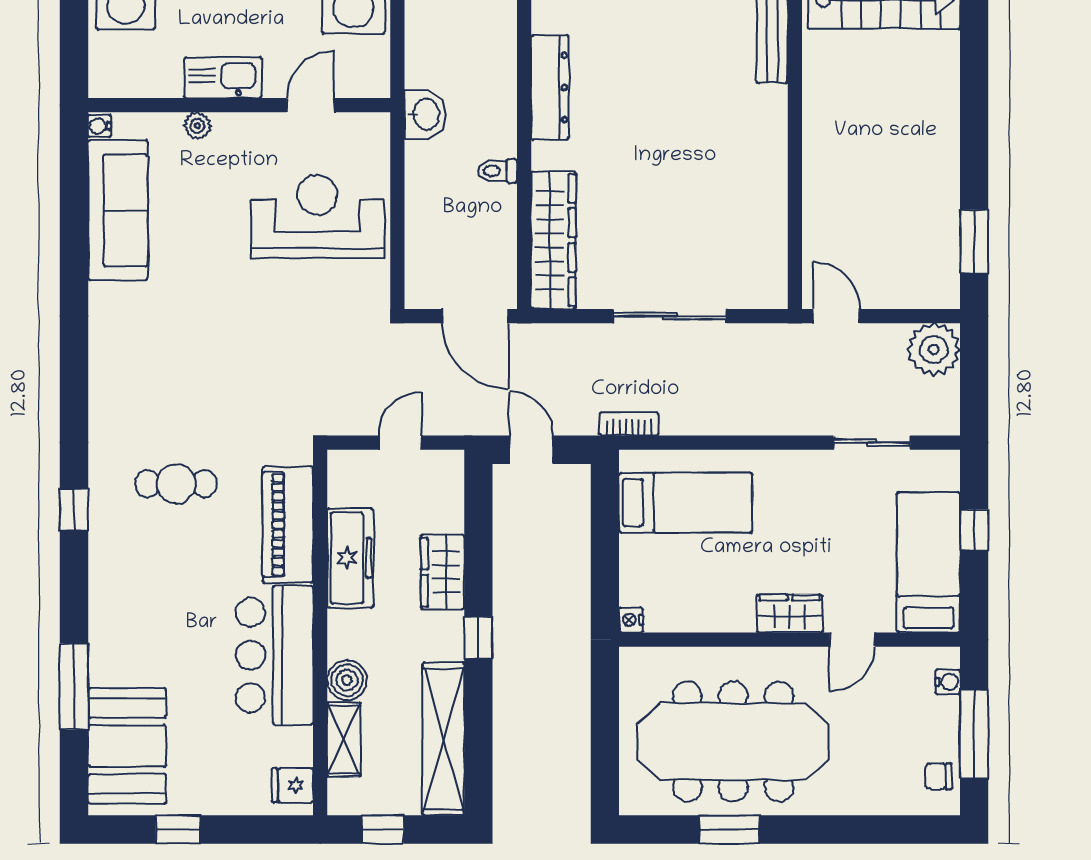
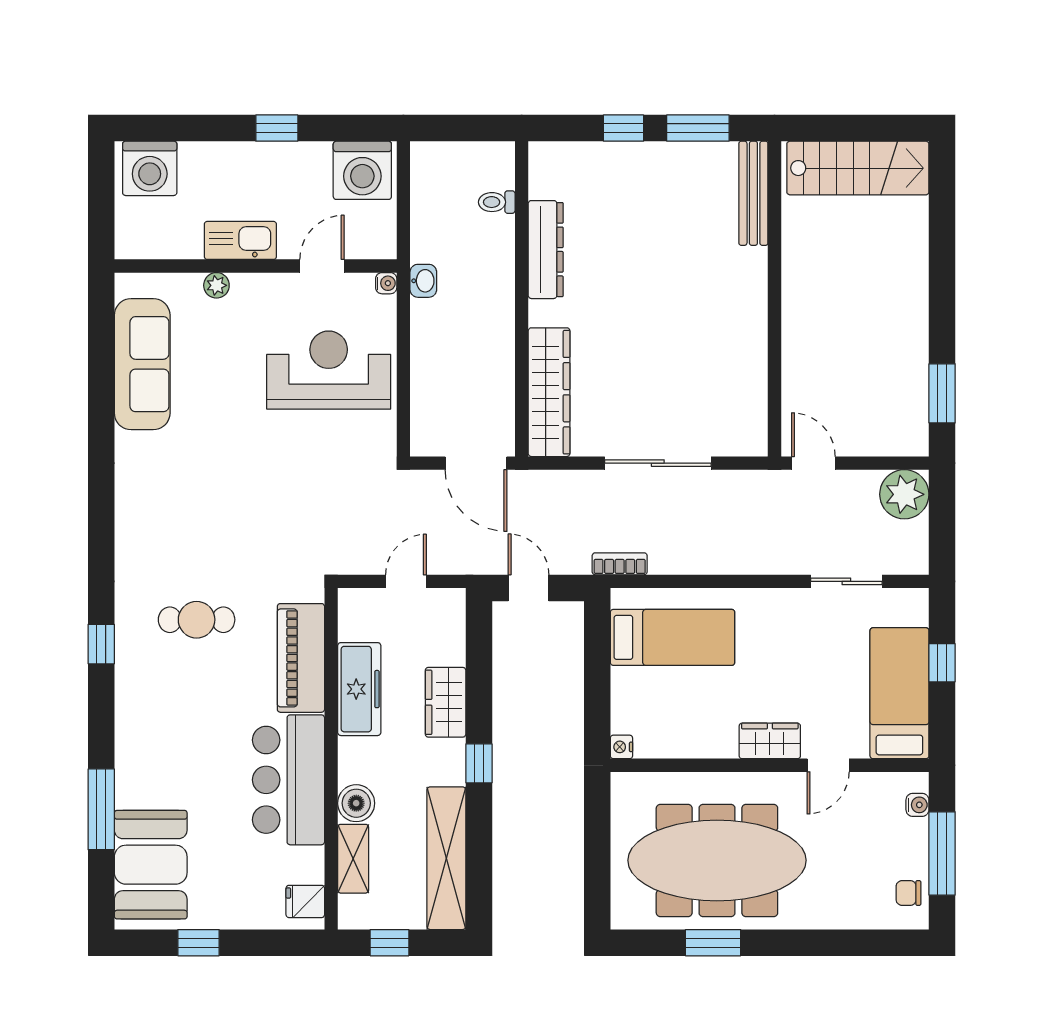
washbasin: (425, 114) -> (423, 281), width x0.72, depth x0.69
water cooler: (99, 126) -> (386, 283), moved, turned 180
toilet: (497, 171) -> (497, 202), moved

